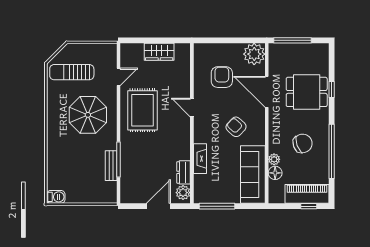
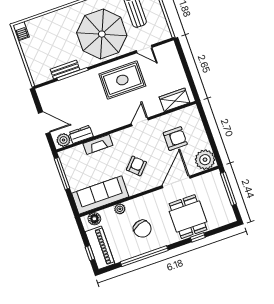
wardrobe: (159, 52) -> (174, 100), moved, turned 90
parasol: (88, 115) -> (102, 34), width x1.36, depth x1.36
floor lamp: (275, 173) -> (94, 219), moved

